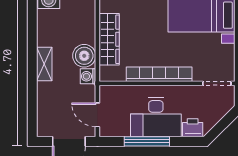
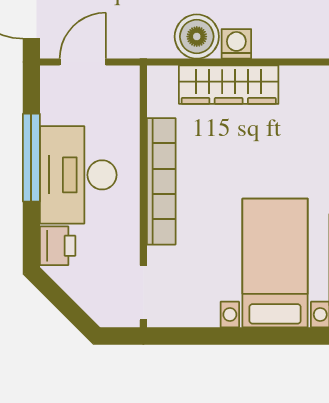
washing machine: (88, 76) -> (236, 44), moved

